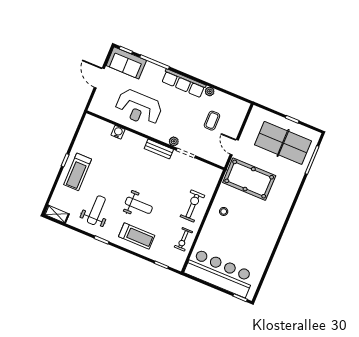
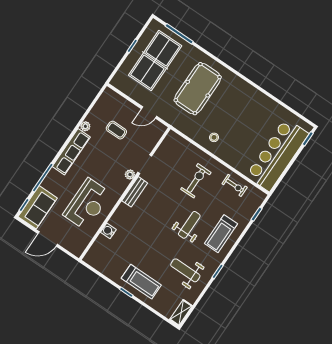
pool table: (249, 179) -> (198, 89), moved
exercise bike: (192, 206) -> (196, 181), moved, turned 90
treadmill: (137, 236) -> (221, 234), turned 180

